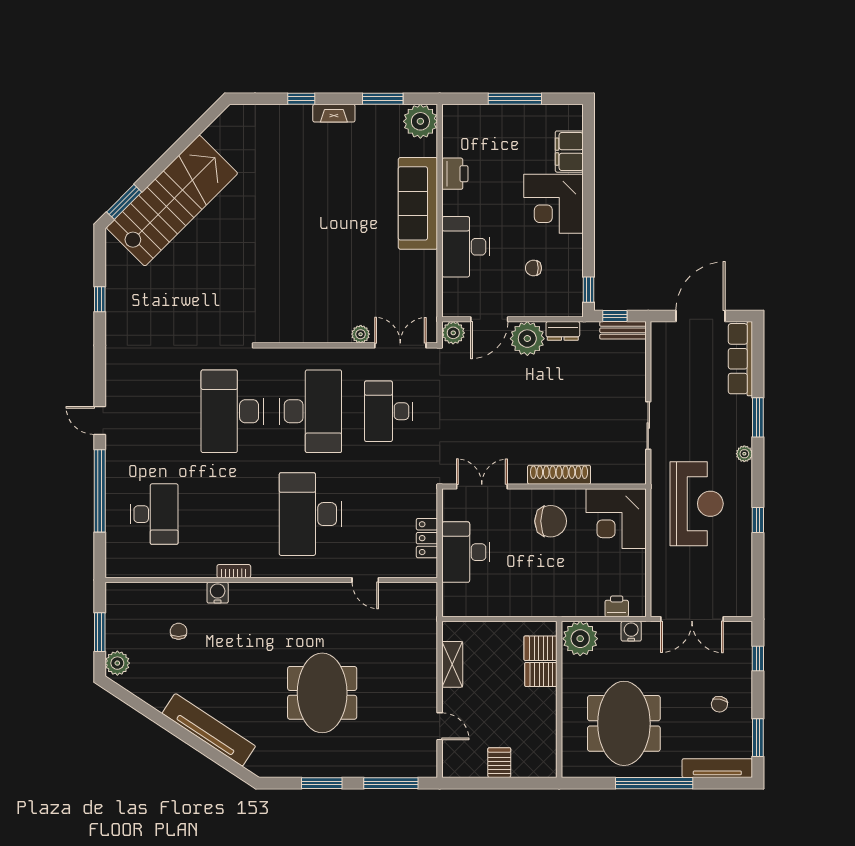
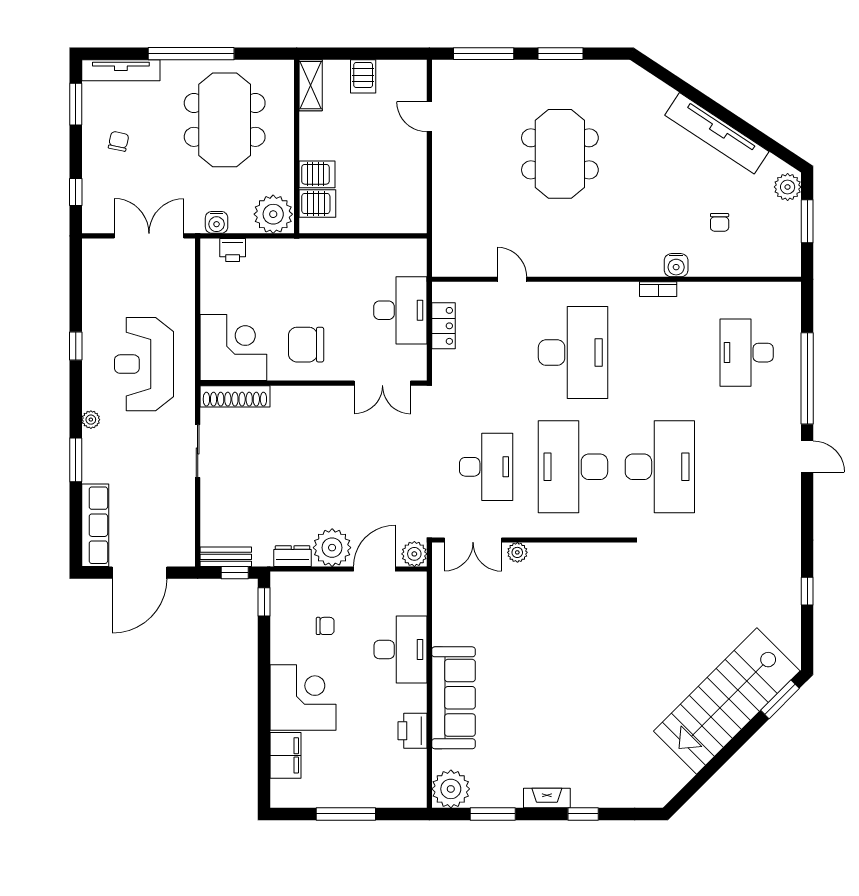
shoe rack: (559, 475) -> (235, 396), moved
shelving: (452, 664) -> (311, 85), moved
tv unit: (209, 730) -> (717, 133), moved

